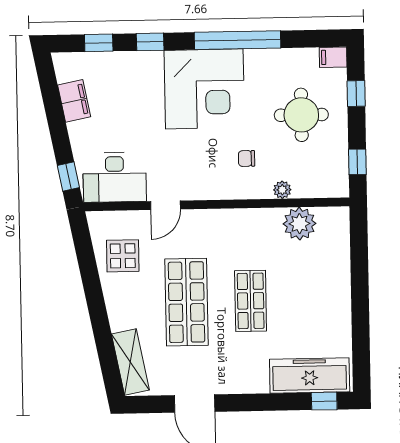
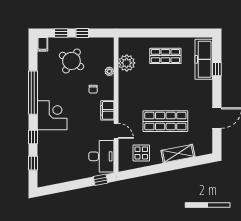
corner desk: (204, 89) -> (52, 115), width x0.74, depth x0.74
filing cabinet: (74, 101) -> (107, 110), moved, turned -79
round table: (301, 115) -> (71, 61), turned 32
window: (357, 162) -> (82, 33), moved
shop shelf: (251, 301) -> (165, 56), moved
shelving: (130, 362) -> (178, 154), moved
window: (324, 401) -> (217, 69), moved

